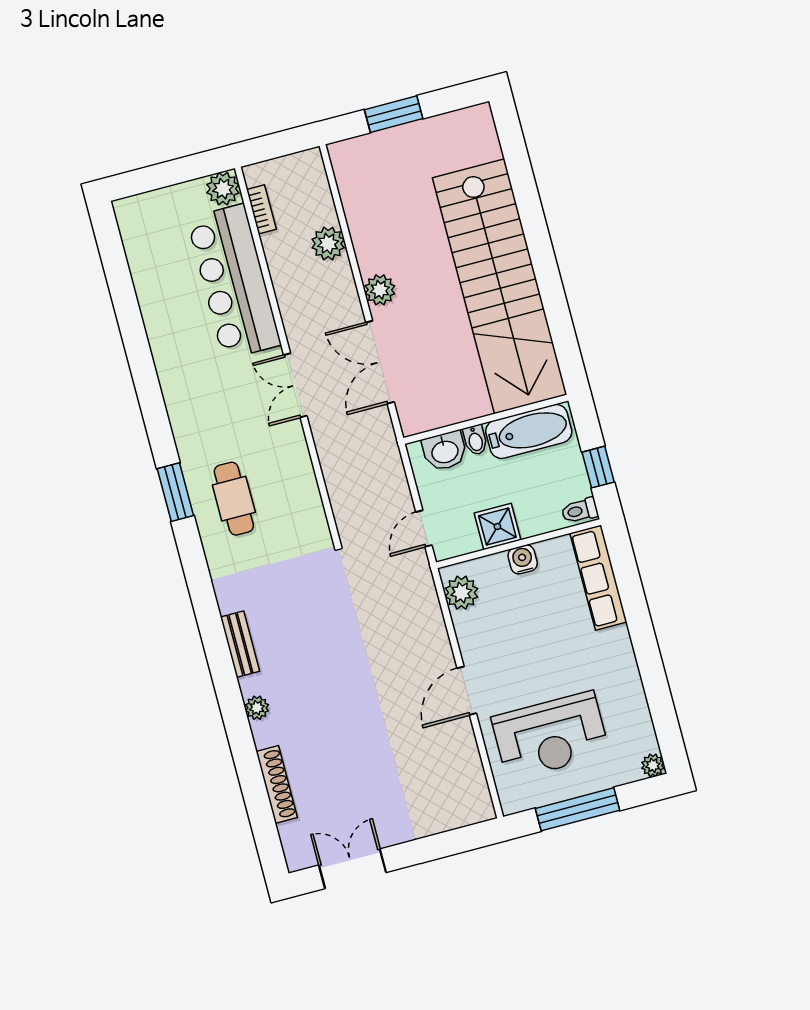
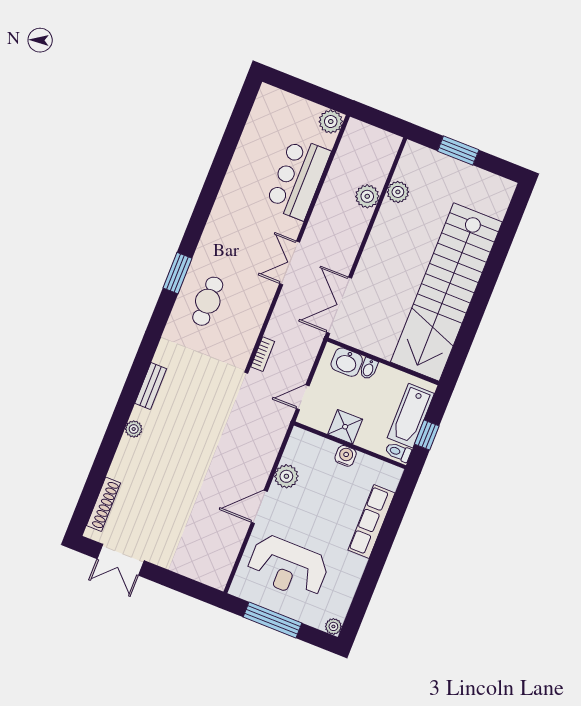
bookcase: (261, 209) -> (263, 354), moved
bar counter: (234, 282) -> (298, 179), width x0.73
plant: (380, 290) -> (398, 192), moved
double door: (380, 362) -> (339, 305), moved
bathtub: (529, 431) -> (411, 416), moved, turned 90
row of seats: (598, 578) -> (371, 521), moved
plant: (461, 593) -> (286, 476), moved
shoe rack: (277, 784) -> (103, 504), moved
double door: (353, 869) -> (121, 560), swing flipped

